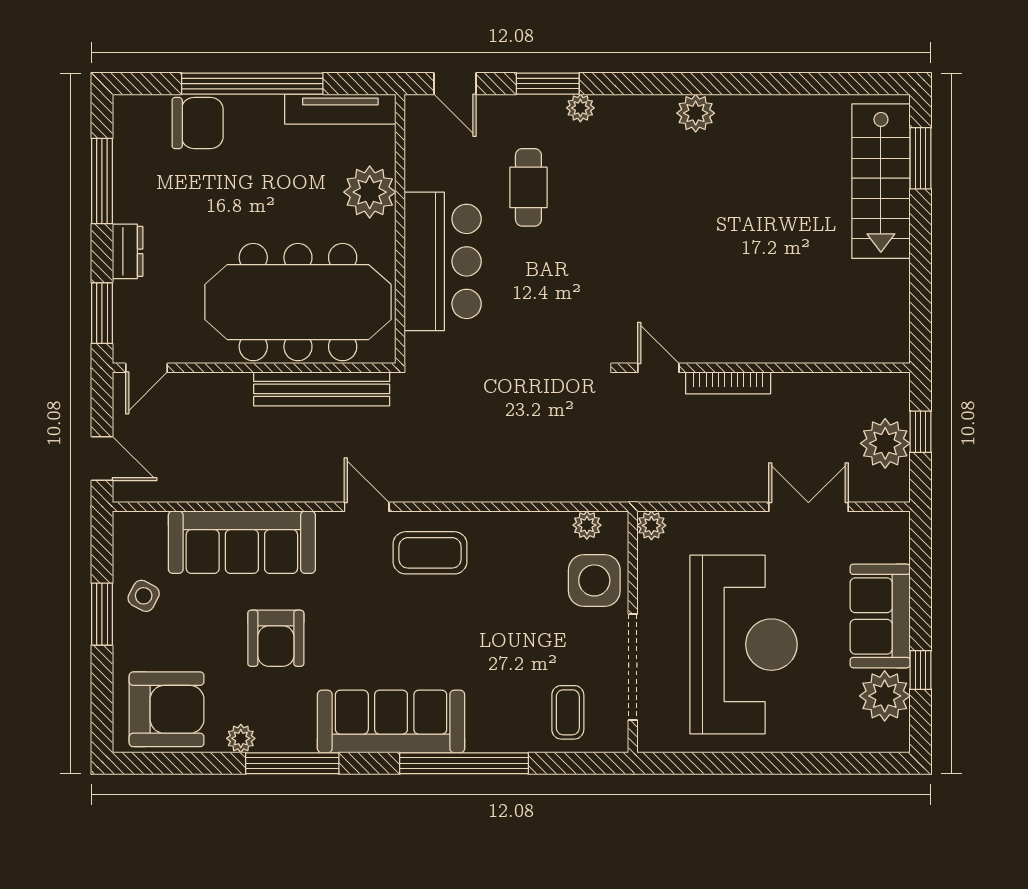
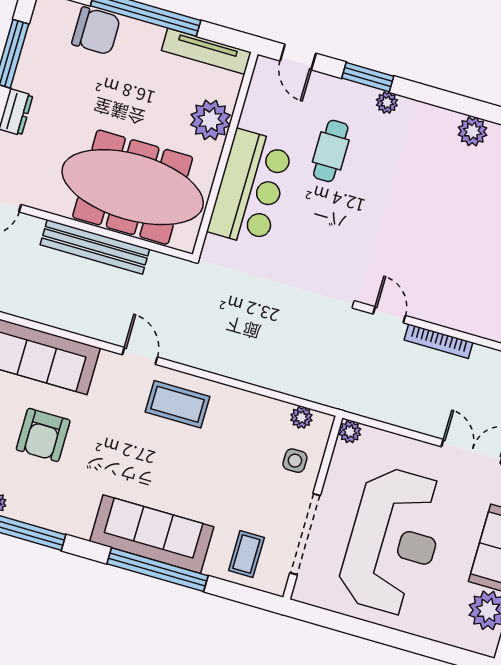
bench: (322, 389) -> (95, 247), moved
side table: (594, 580) -> (295, 461), width x0.54, depth x0.54
sofa: (391, 722) -> (152, 534), moved

